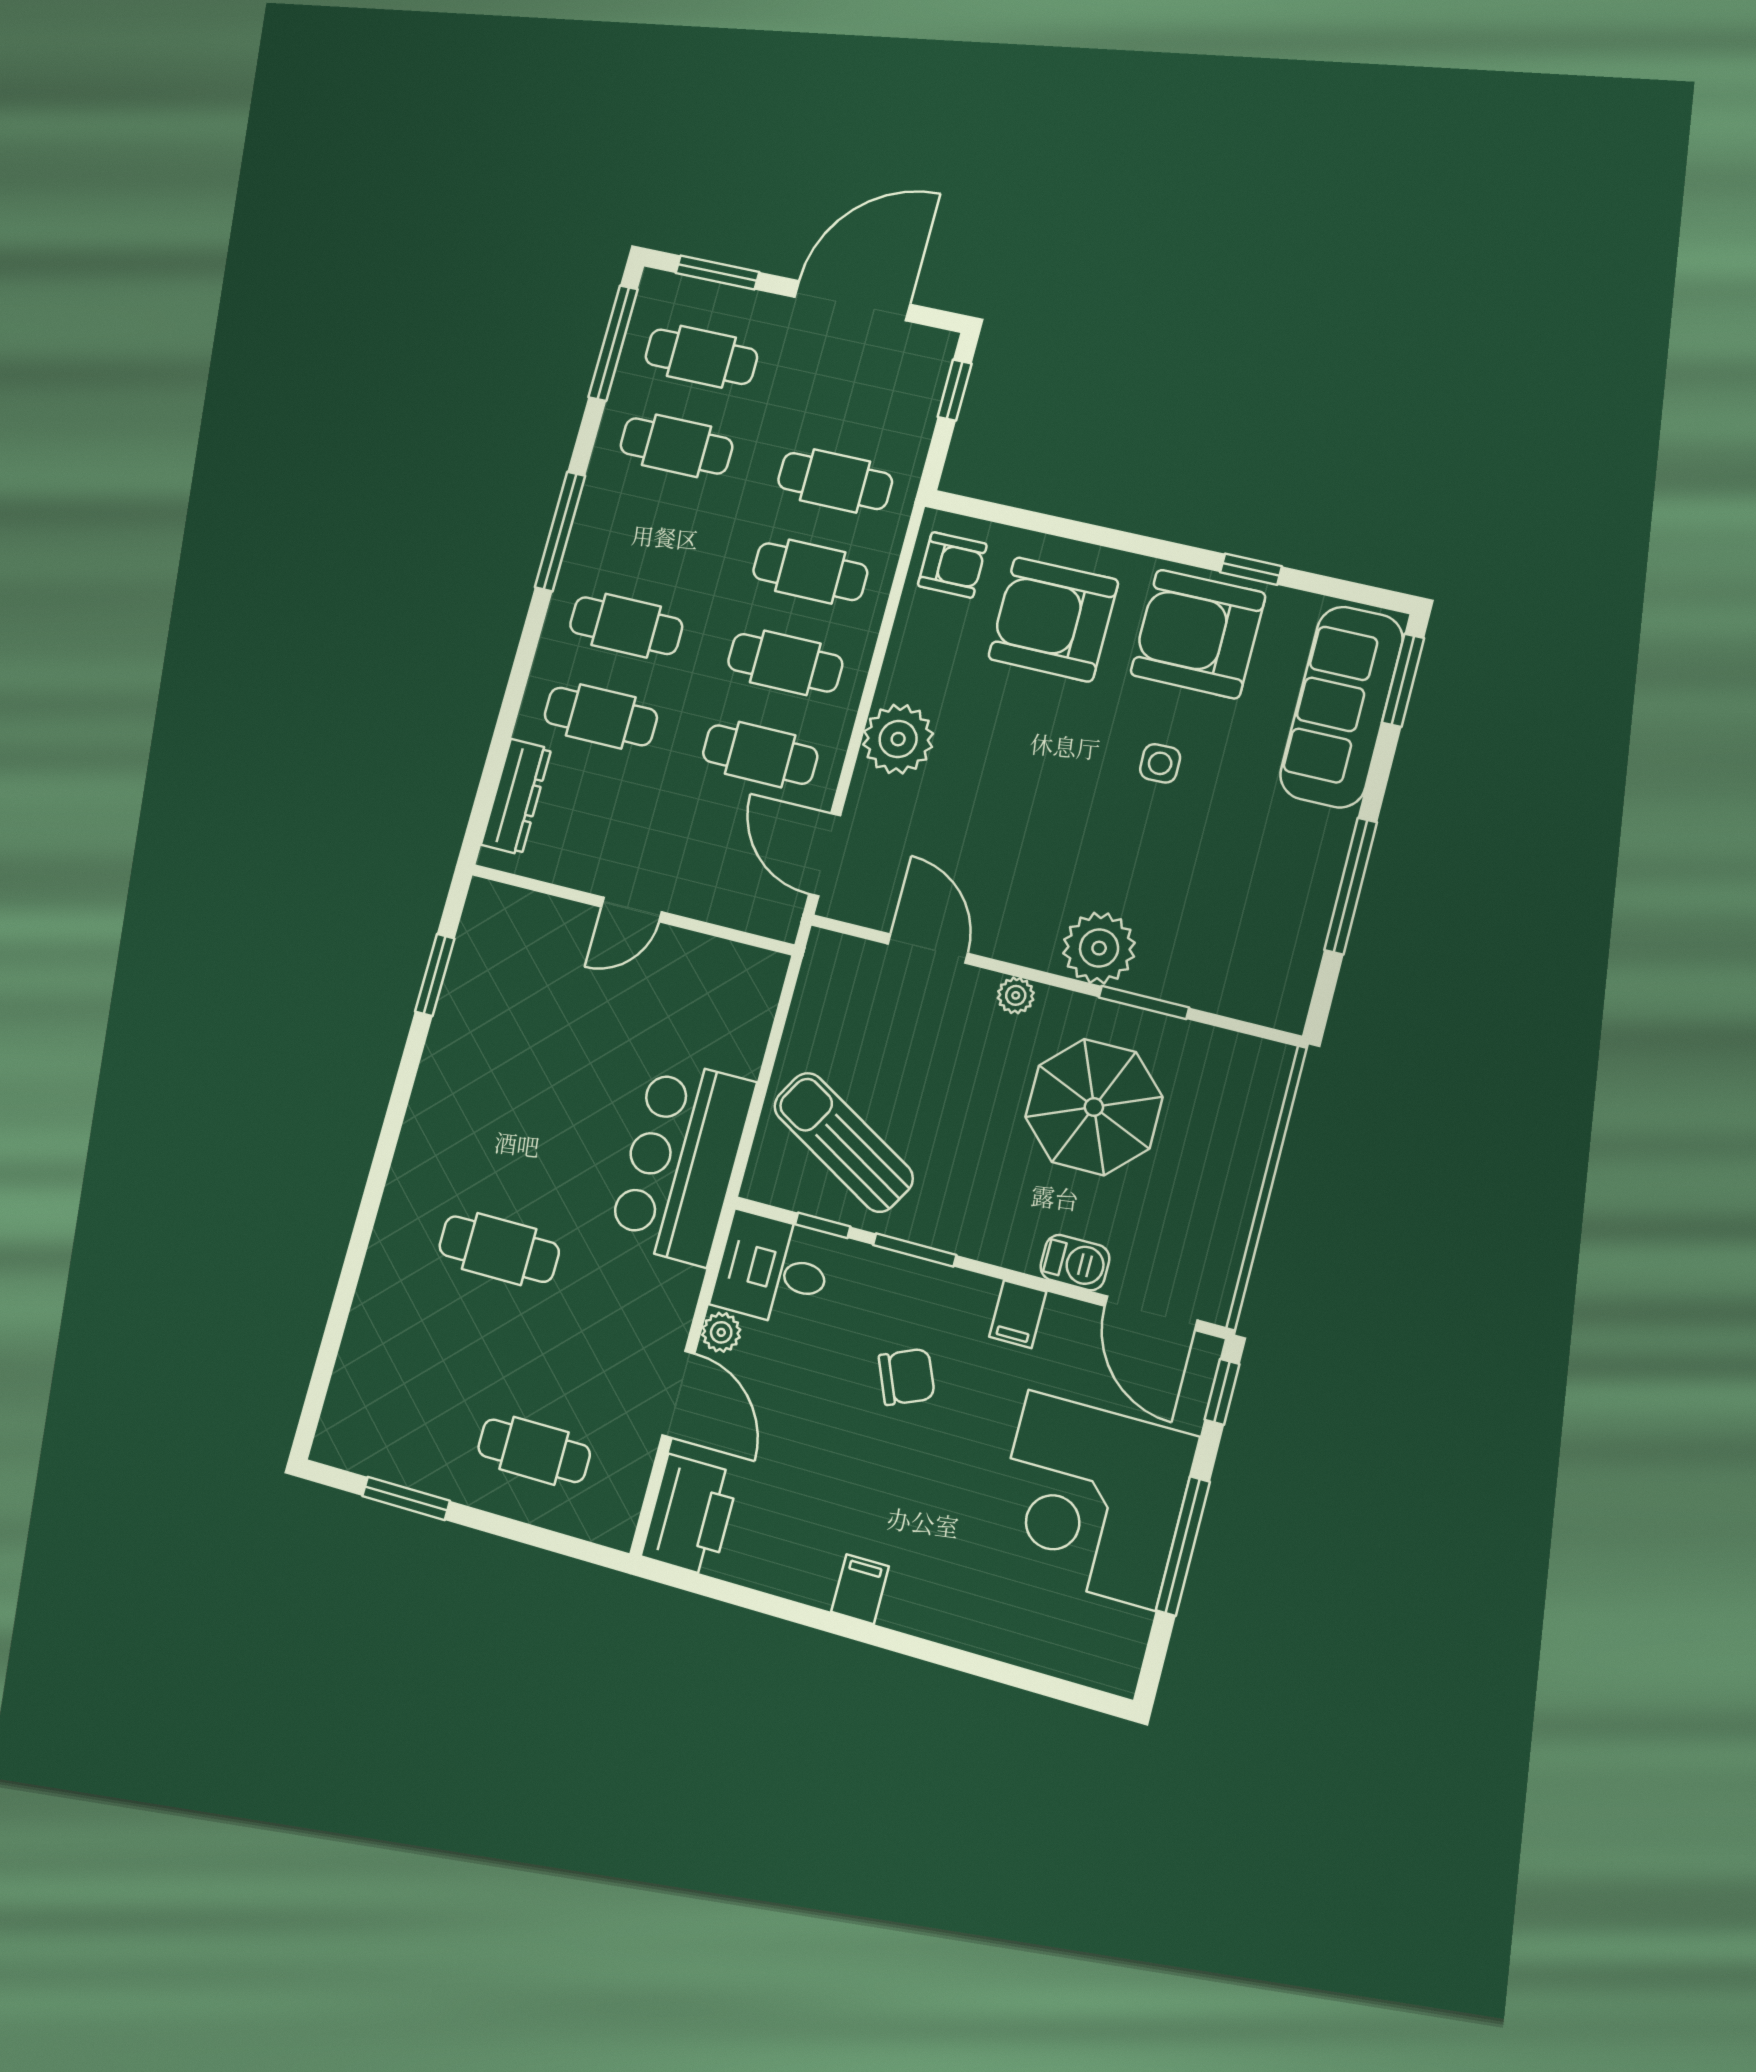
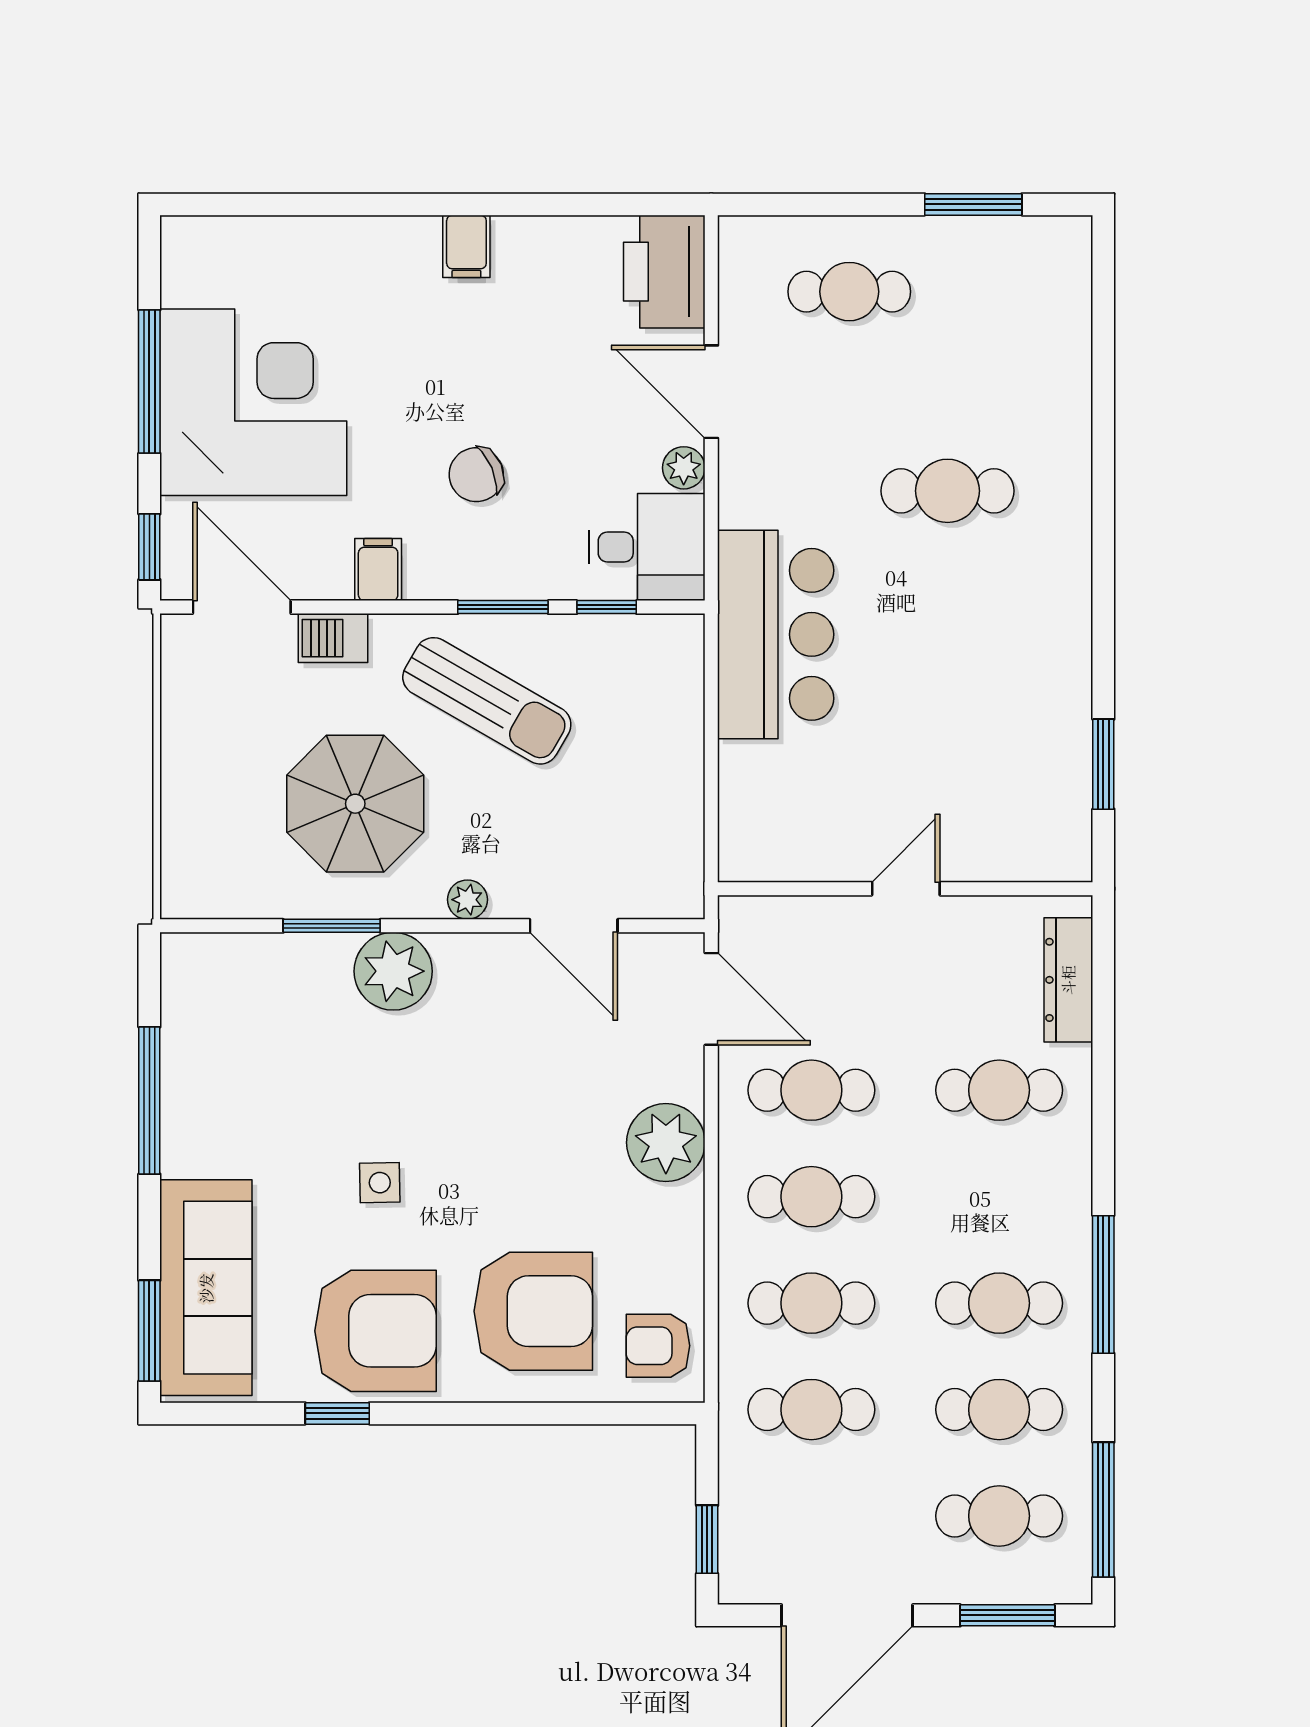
cafe table: (626, 626) -> (999, 1303), moved
sun lounger: (843, 1142) -> (487, 701), moved

